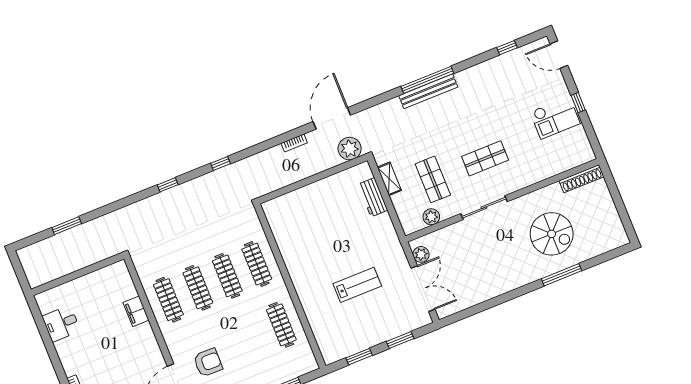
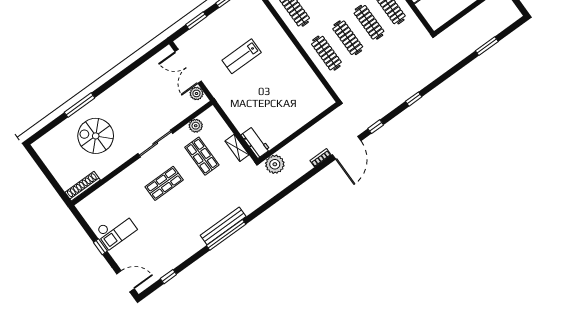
door: (332, 118) -> (347, 148), moved
checkout: (555, 118) -> (116, 230), turned 180
workbench: (373, 197) -> (255, 142), moved

